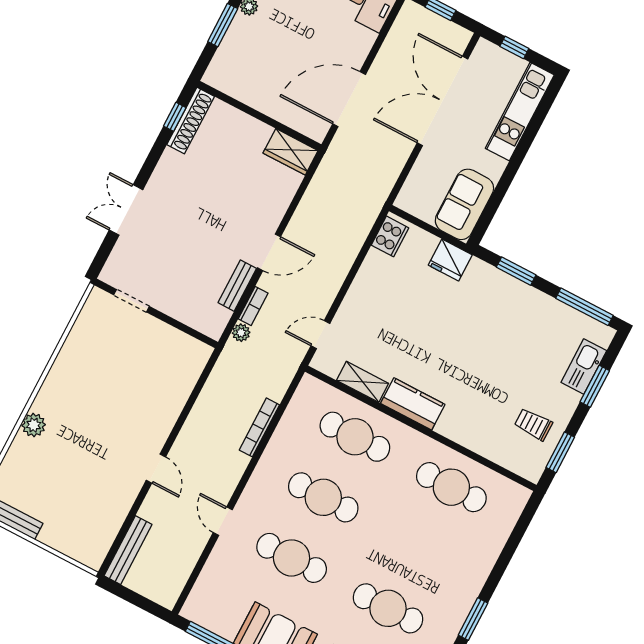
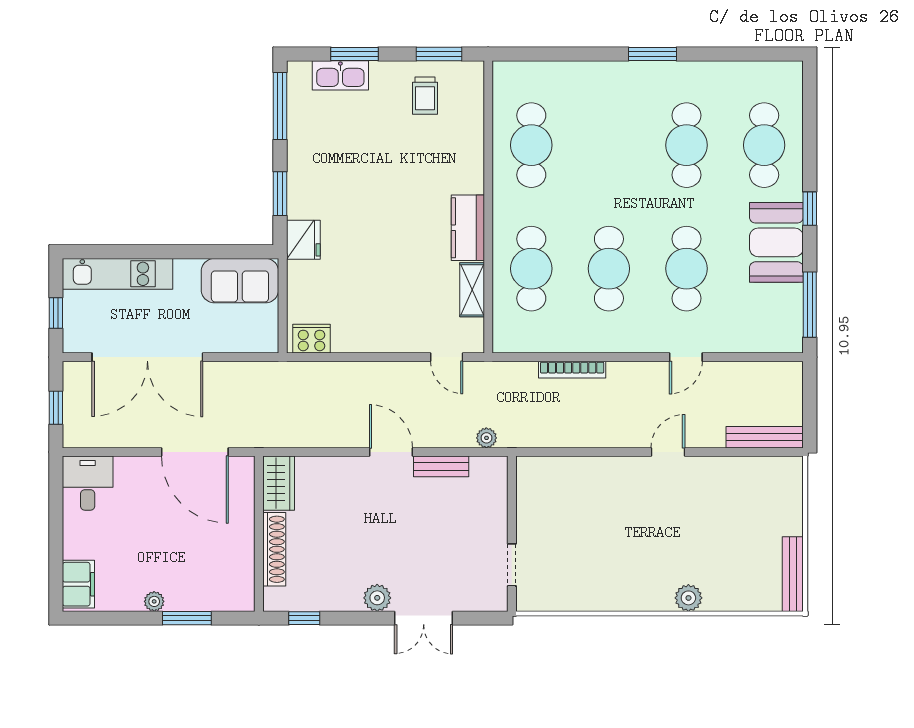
shoe rack: (191, 121) -> (274, 549), moved, turned 90
plant: (161, 182) -> (377, 598), added
fridge: (450, 260) -> (303, 240), moved
bookcase: (253, 306) -> (453, 440), removed

